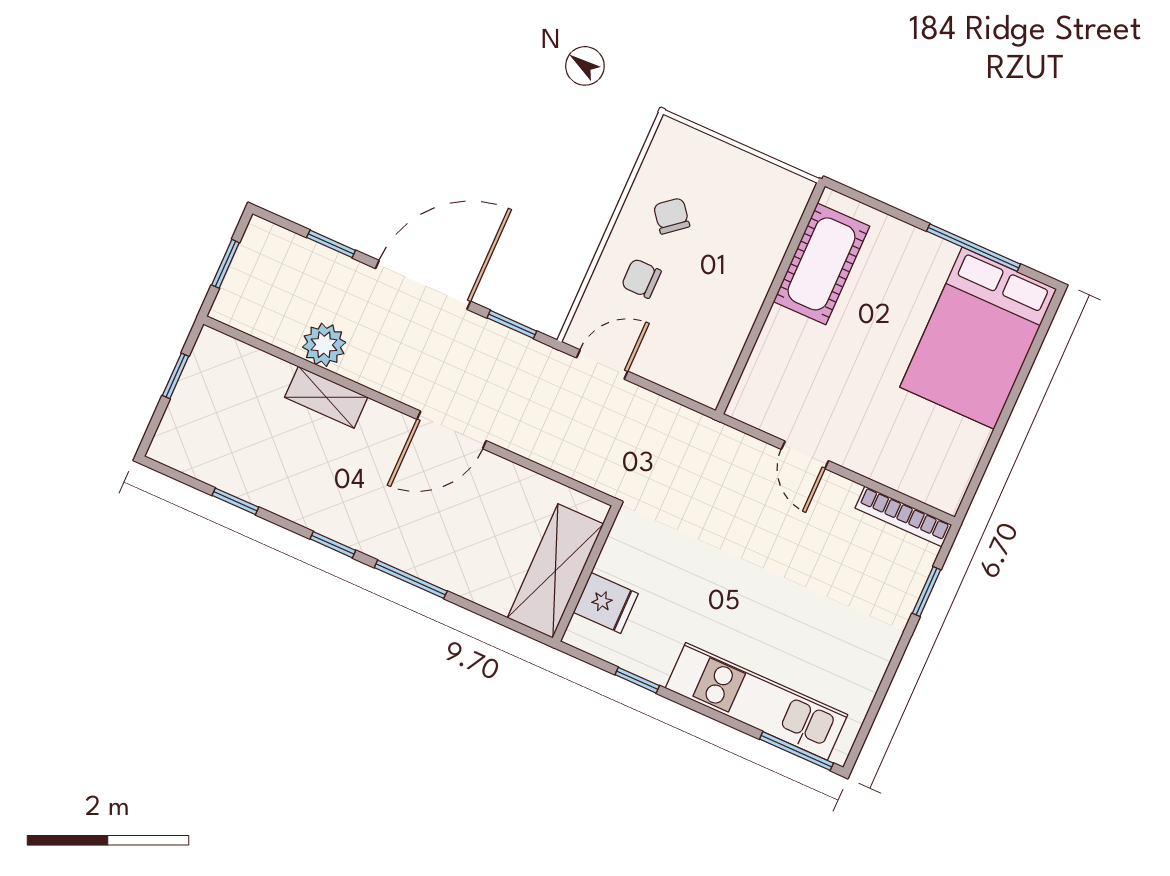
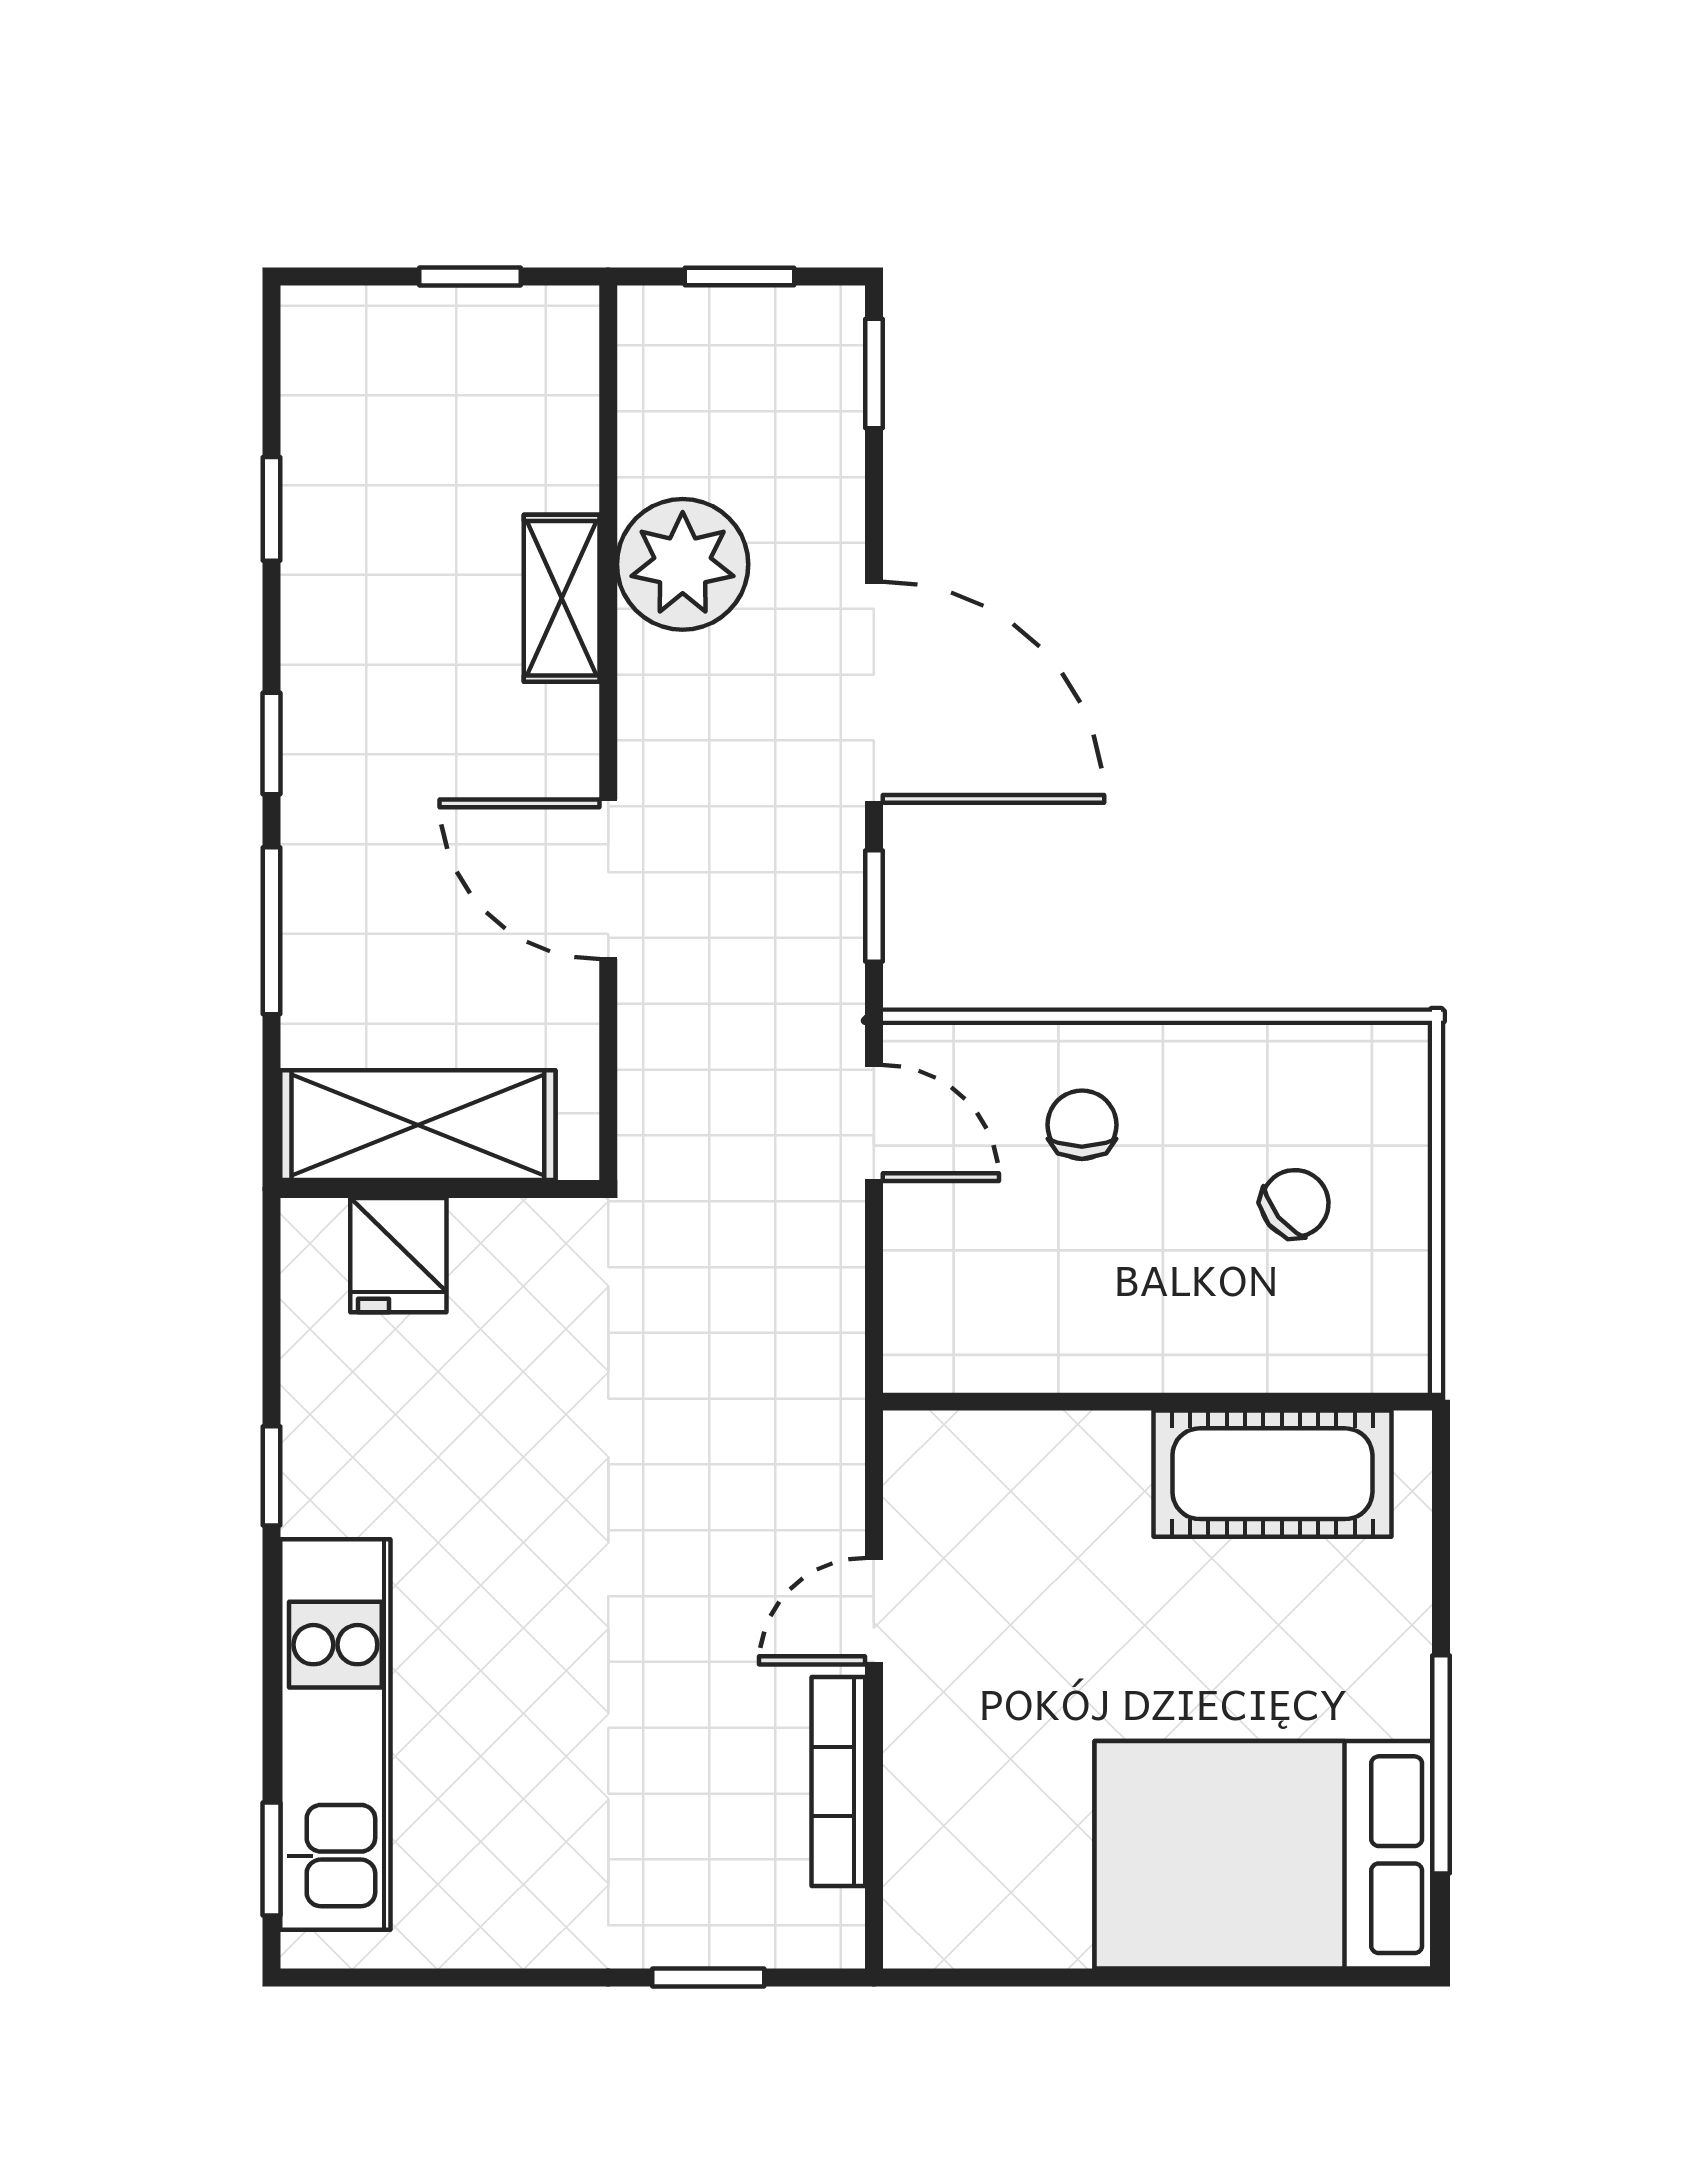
chair: (672, 216) -> (1295, 1203), moved
window: (331, 244) -> (874, 374), moved
plant: (324, 345) -> (683, 564), width x1.36, depth x1.36
bookcase: (903, 516) -> (838, 1782), moved
shelving: (555, 571) -> (418, 1125), moved
wall: (586, 574) -> (440, 1189), moved
fridge: (606, 603) -> (398, 1255), moved
window: (796, 751) -> (272, 1859), width x0.67

